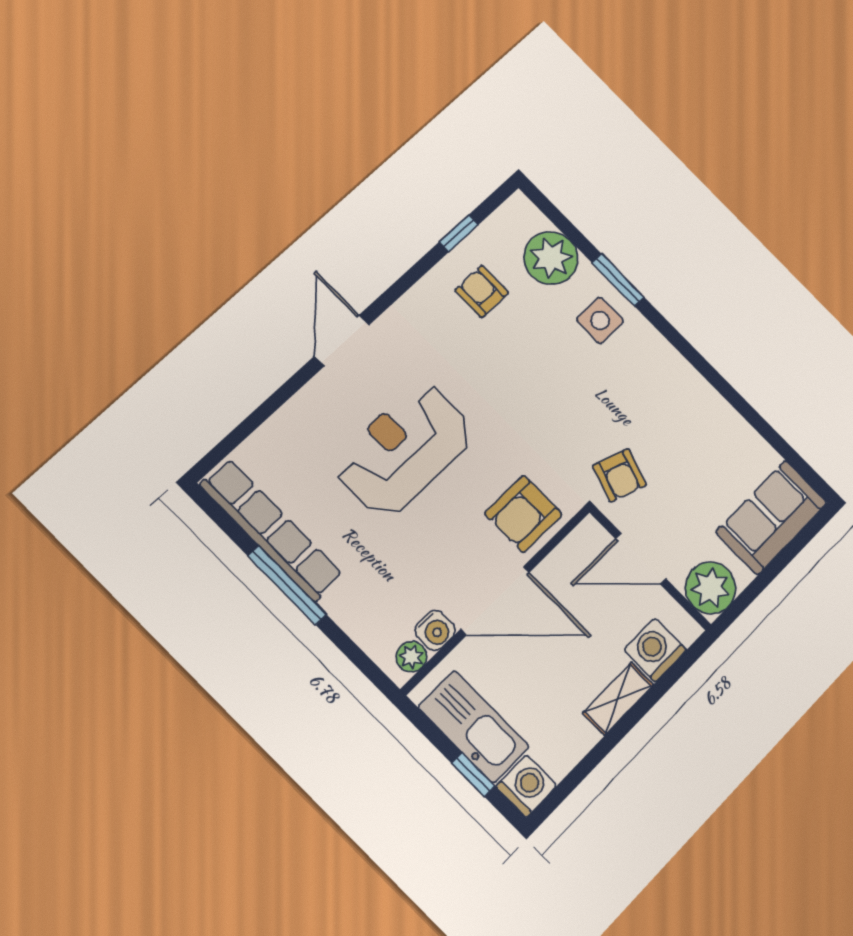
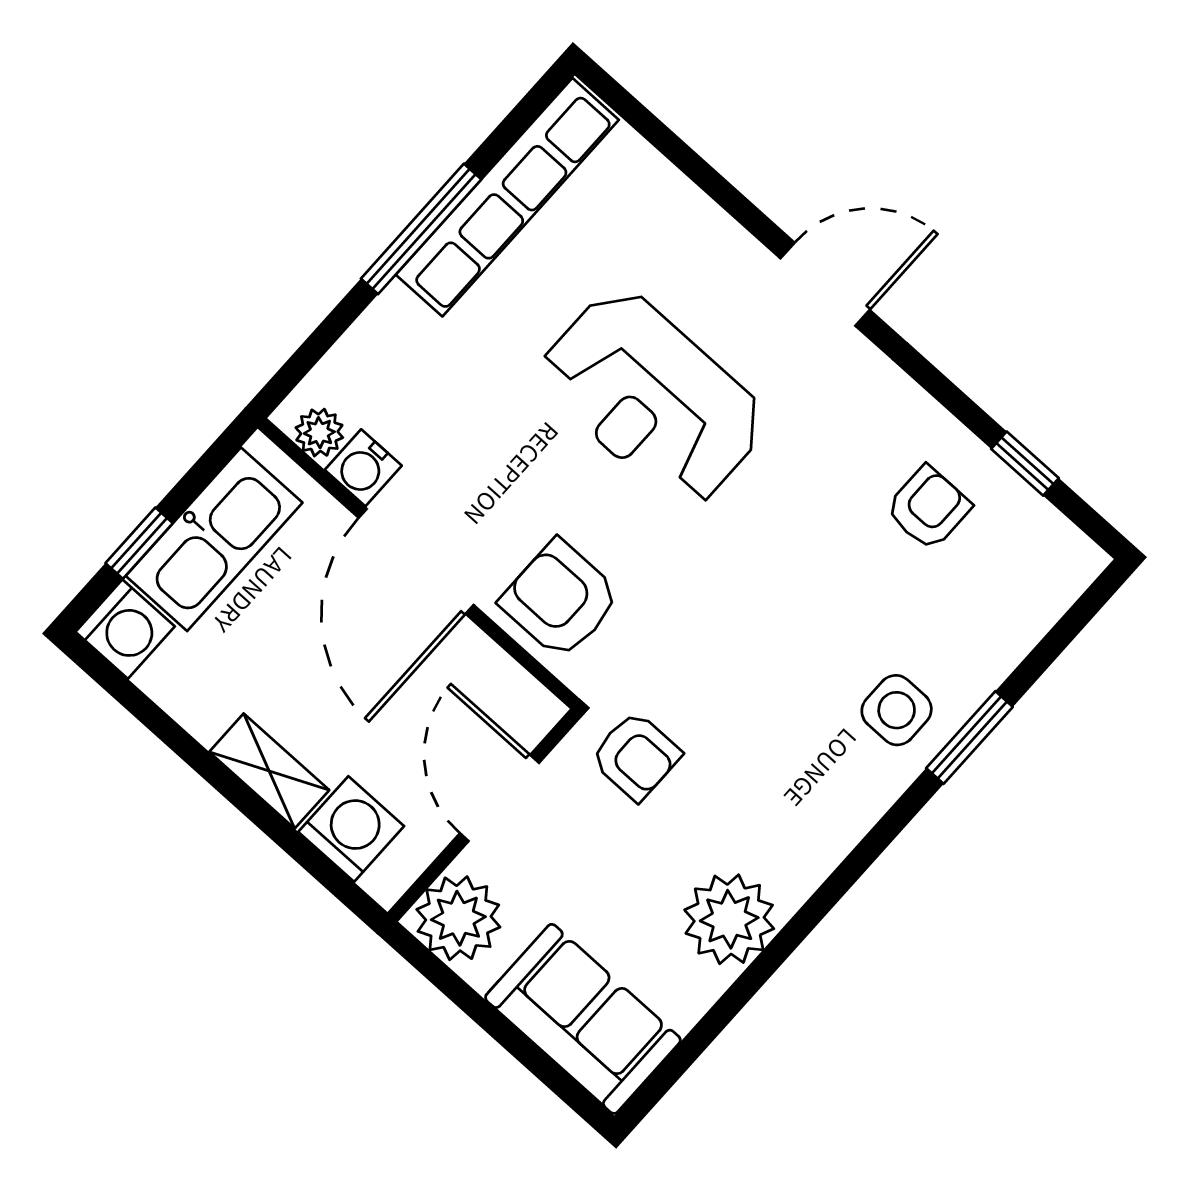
plant: (551, 258) -> (729, 919), moved
reception desk: (404, 450) -> (652, 398), turned 180
armchair: (620, 475) -> (636, 756), turned -109

